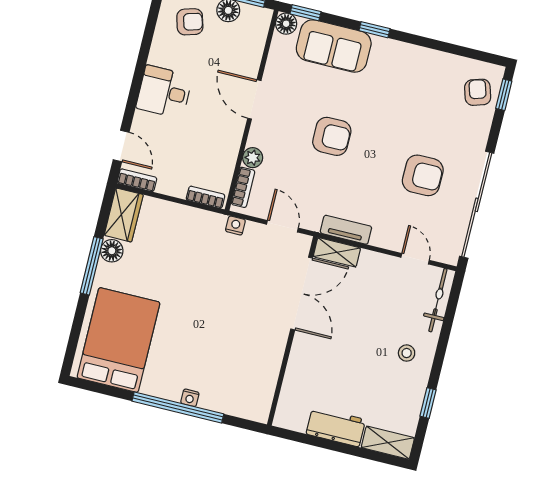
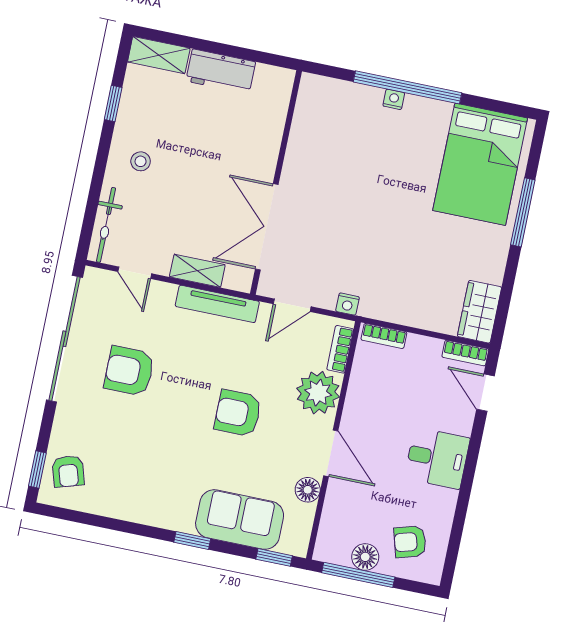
floor lamp: (286, 24) -> (308, 490), moved
plant: (253, 158) -> (318, 393), width x1.88, depth x1.88
door: (282, 226) -> (292, 305), hinge flipped
tv unit: (346, 230) -> (217, 304), width x1.41
floor lamp: (112, 251) -> (492, 269), removed
shelving: (337, 252) -> (197, 271), moved
window: (92, 266) -> (523, 212), moved

